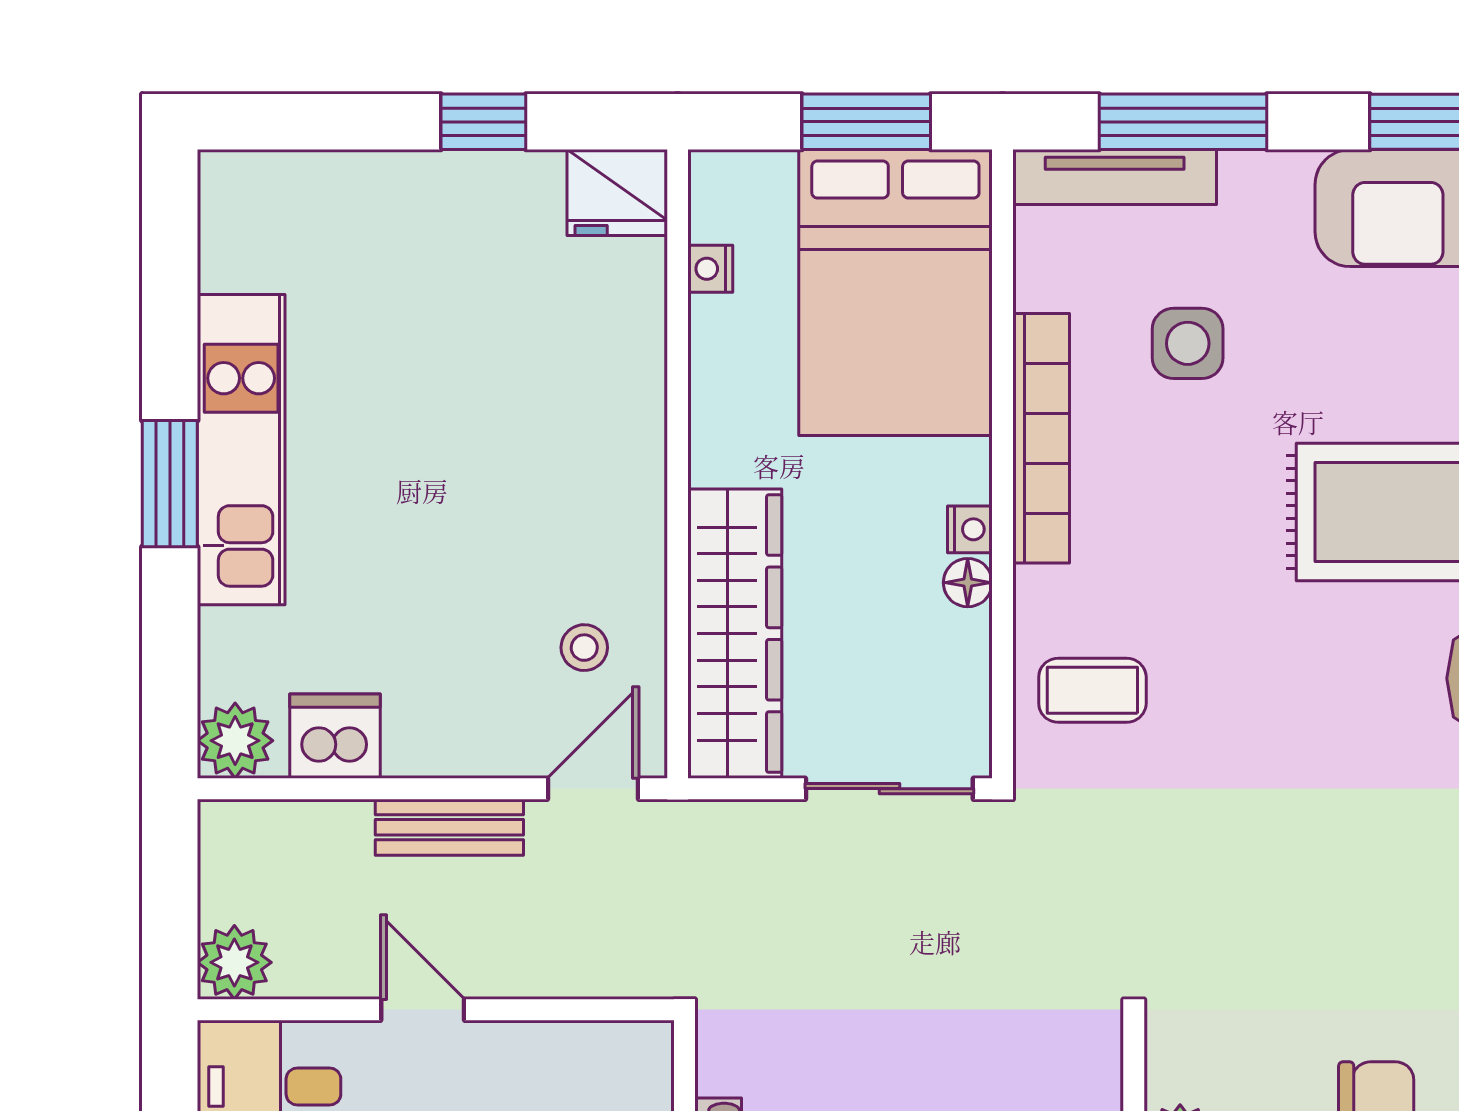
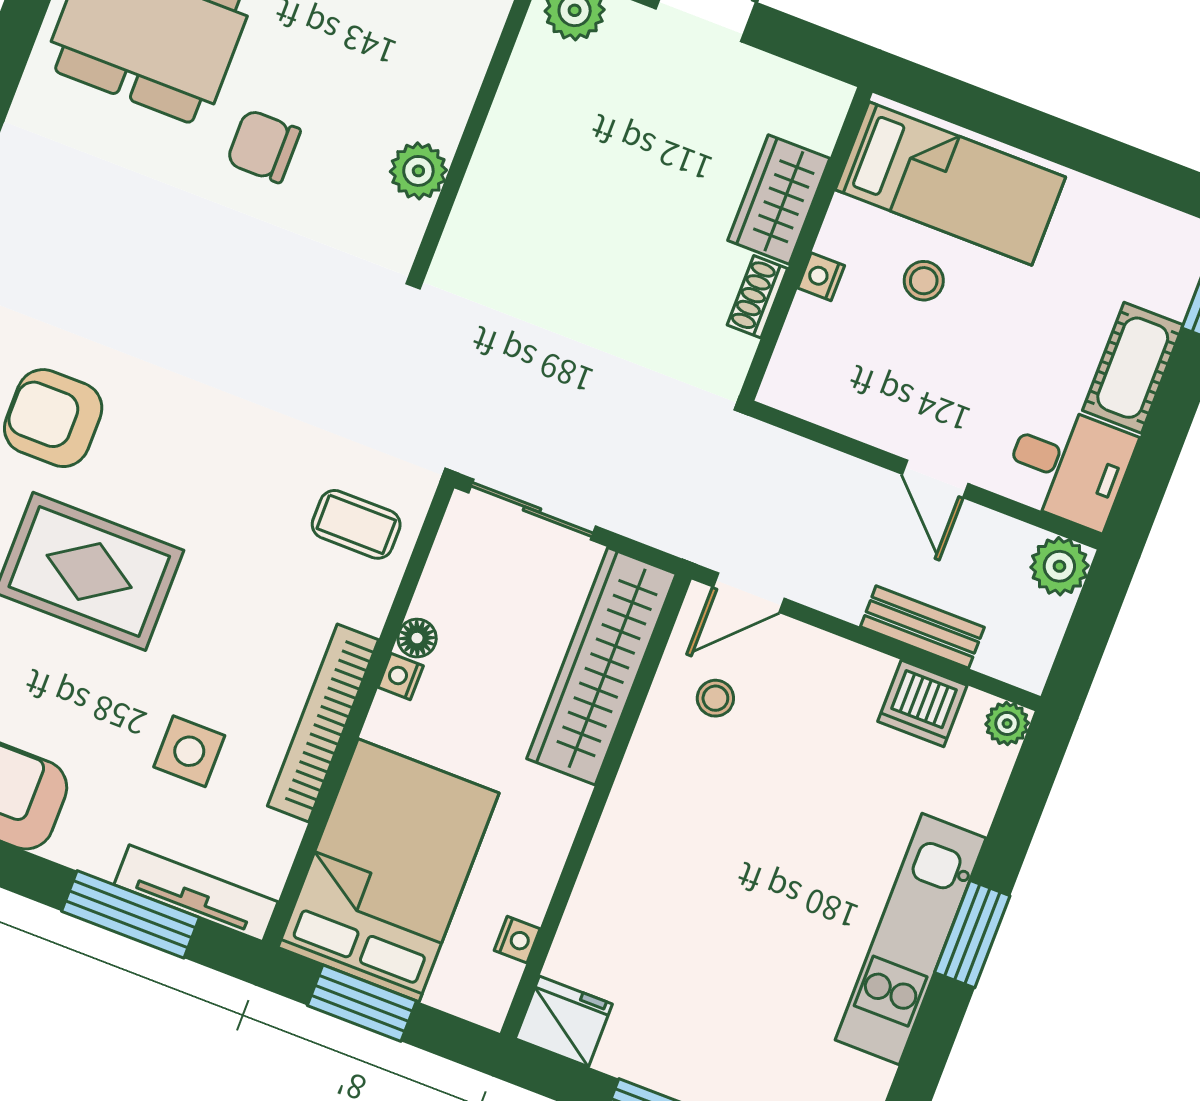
plant: (235, 741) -> (1007, 724), width x0.73, depth x0.73
bench: (449, 827) -> (922, 627), moved

